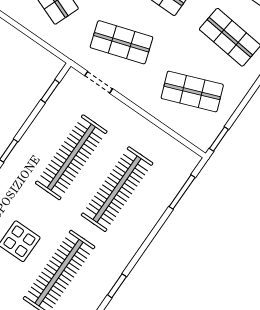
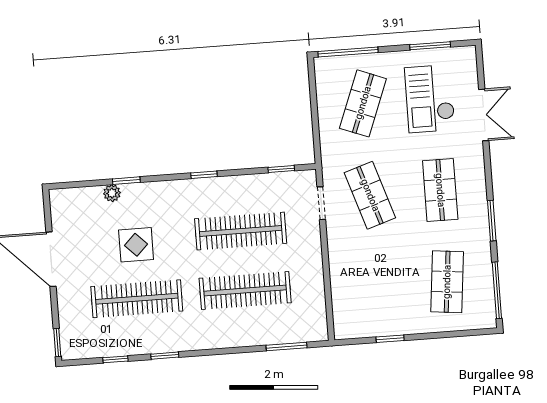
shop shelf: (192, 91) -> (377, 287), removed
window: (219, 139) -> (390, 339), moved

